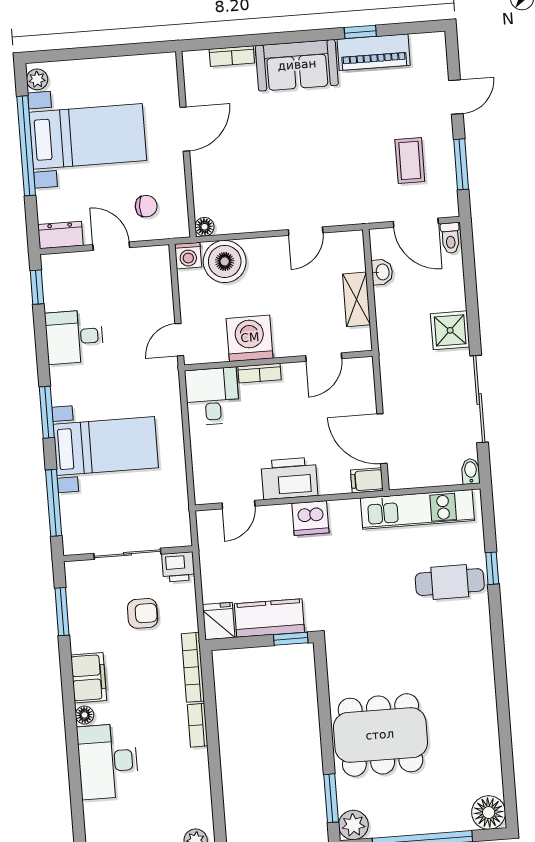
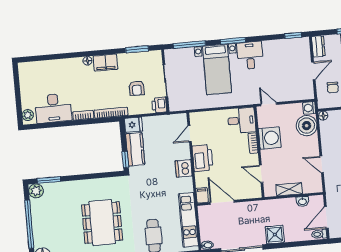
desk: (74, 337) -> (250, 55), moved
door: (382, 439) -> (222, 202), hinge flipped
door: (238, 505) -> (190, 134), hinge flipped
dining table: (380, 735) -> (102, 223), moved
desk: (108, 761) -> (53, 108), moved, turned 180

